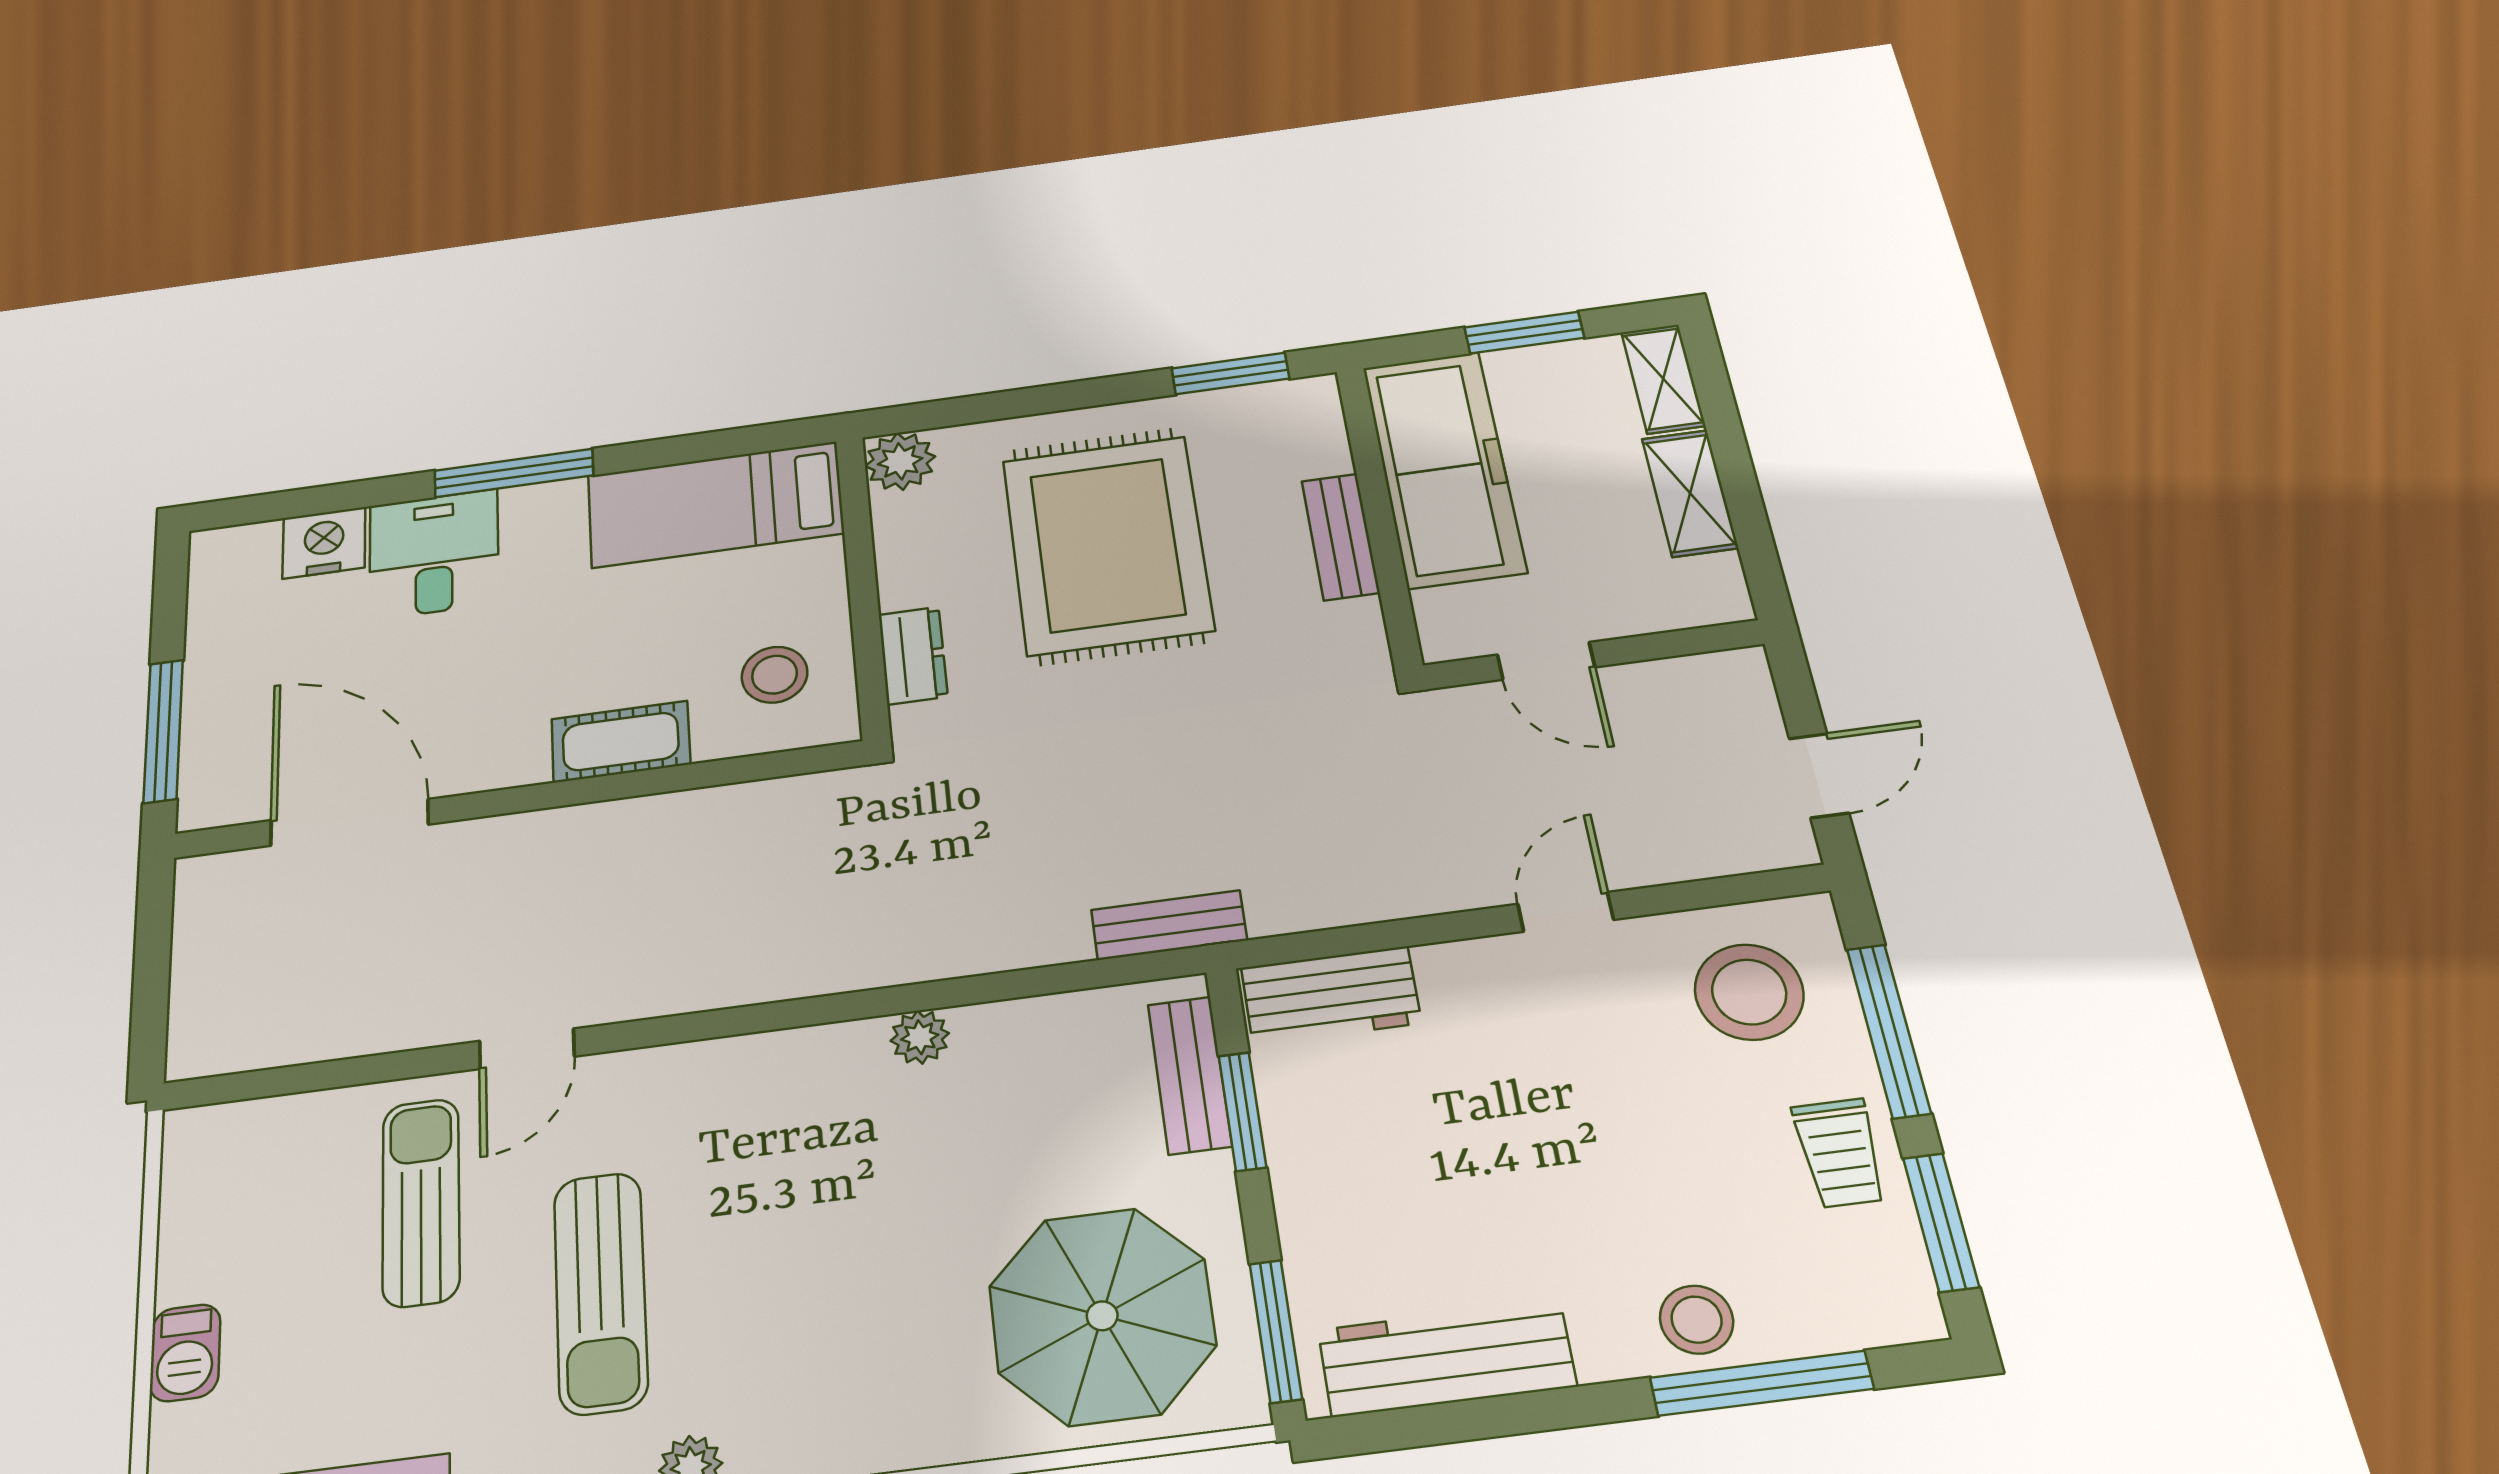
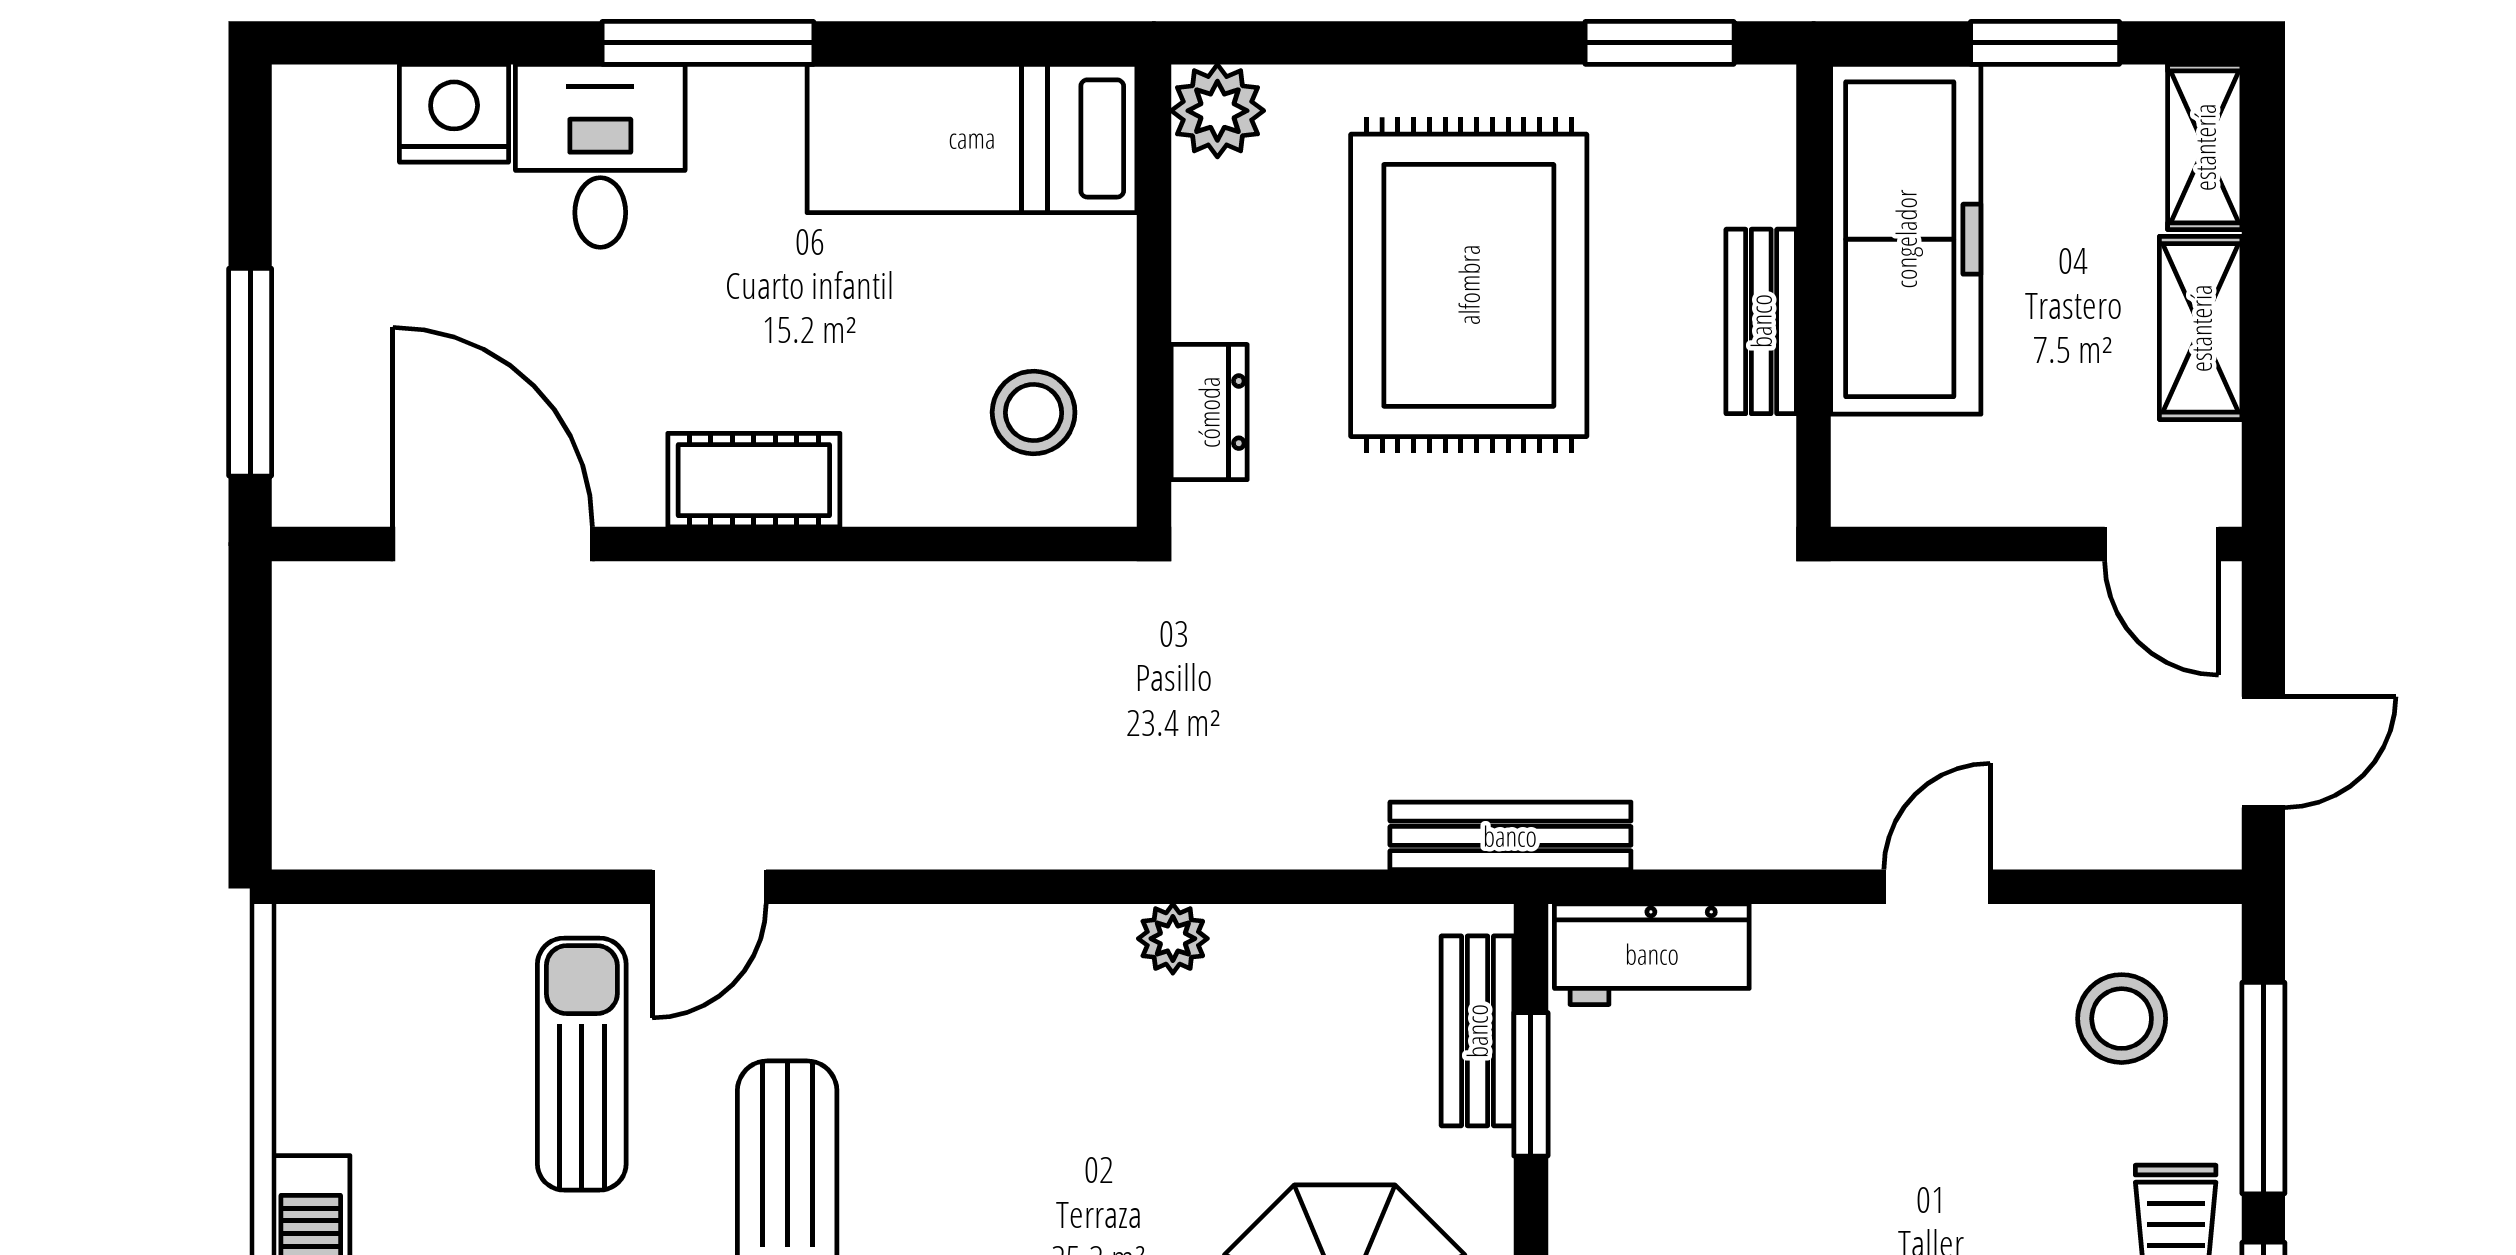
door: (1546, 661) -> (2162, 544), moved
cot: (621, 742) -> (754, 480), moved
bench: (1169, 925) -> (1510, 836), width x1.36
stool: (1749, 992) -> (2122, 1019), width x0.73, depth x0.73

